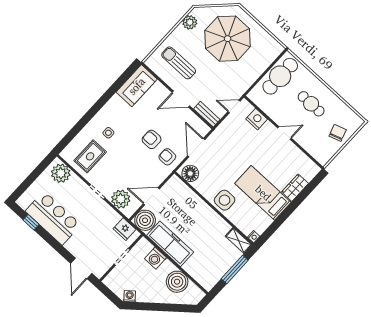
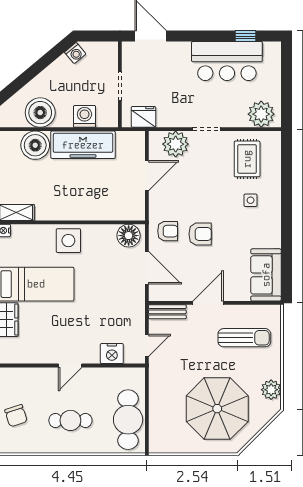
boiler: (145, 220) -> (35, 145), moved

